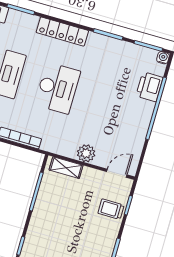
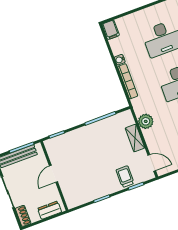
plant: (86, 153) -> (146, 121), moved
shelving: (66, 168) -> (135, 138), moved

